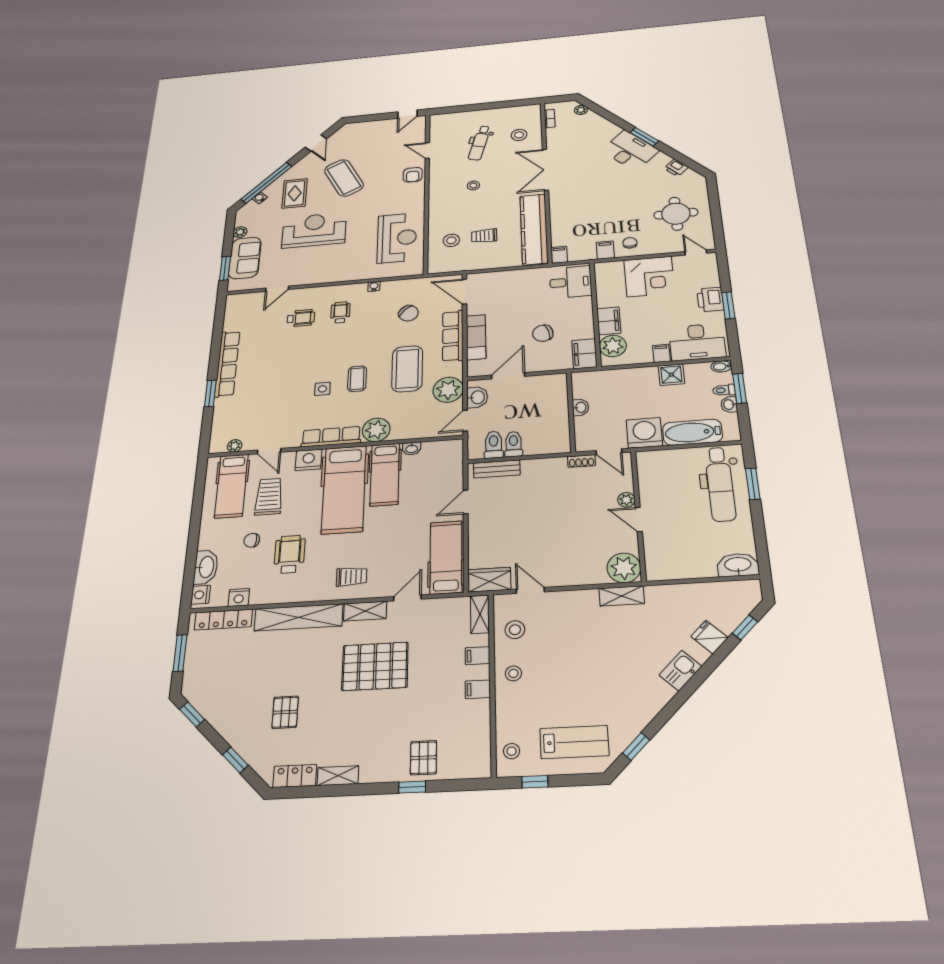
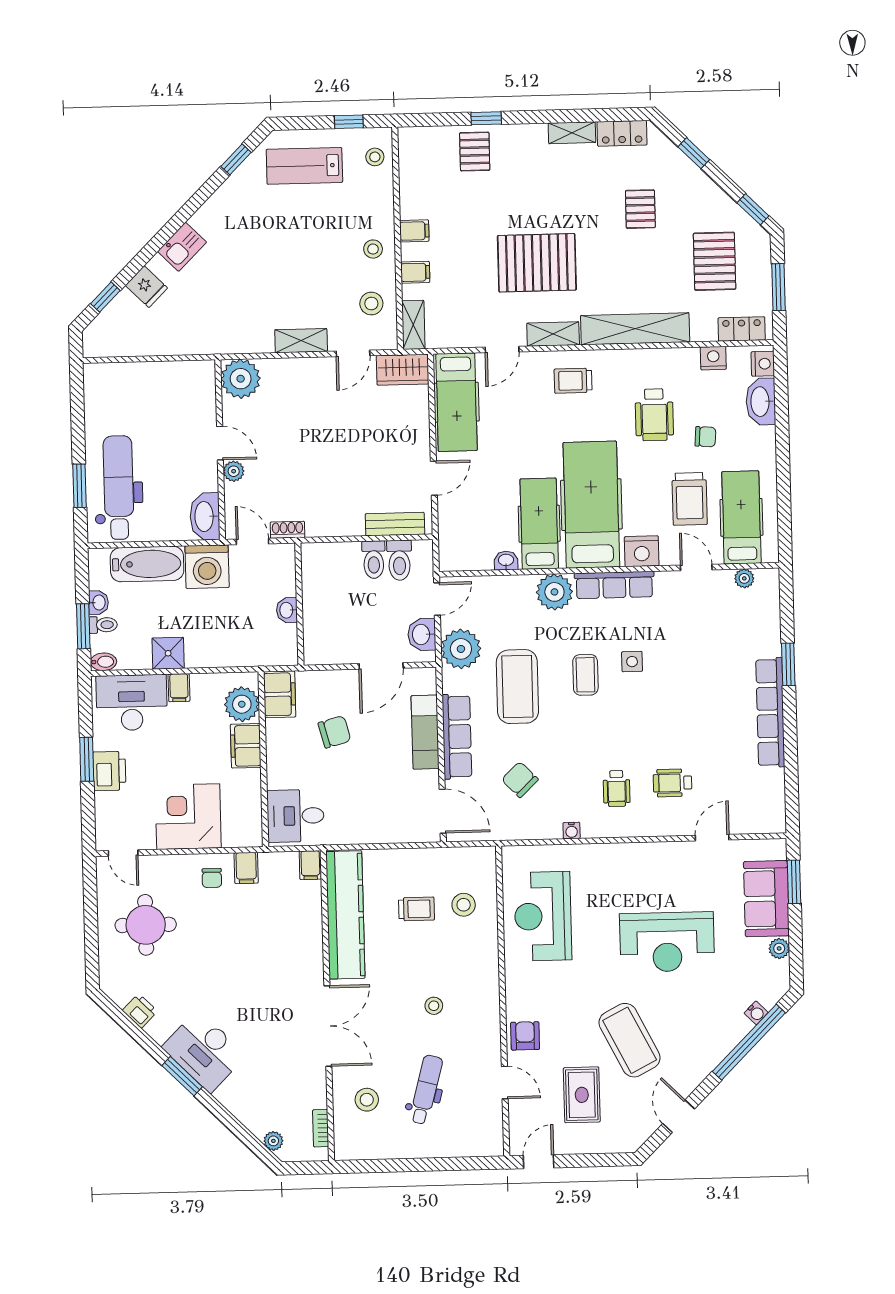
rug: (295, 193) -> (582, 1095), moved
washbasin: (738, 565) -> (205, 517), moved, turned 90
door: (530, 590) -> (353, 353), hinge flipped
shelving: (622, 596) -> (301, 341), moved
locker: (223, 620) -> (742, 329), width x0.66
pallet: (229, 672) -> (715, 261), added

